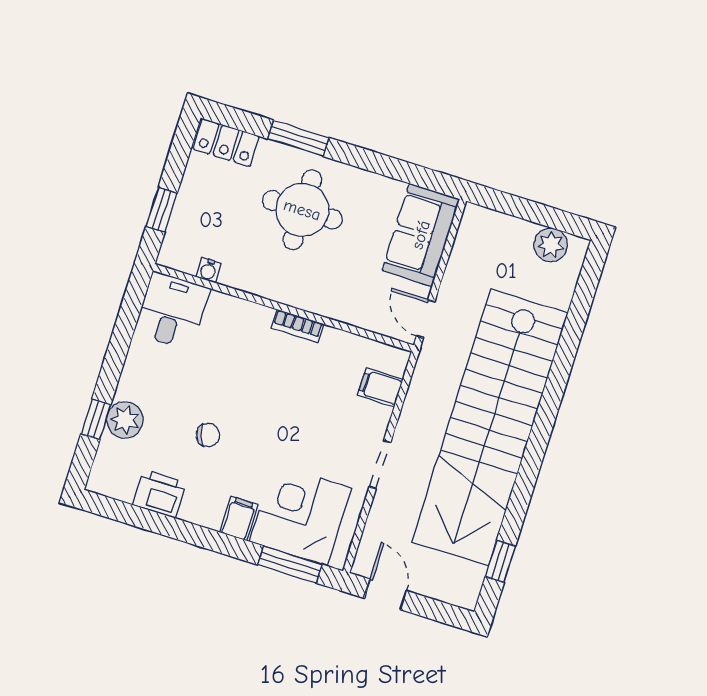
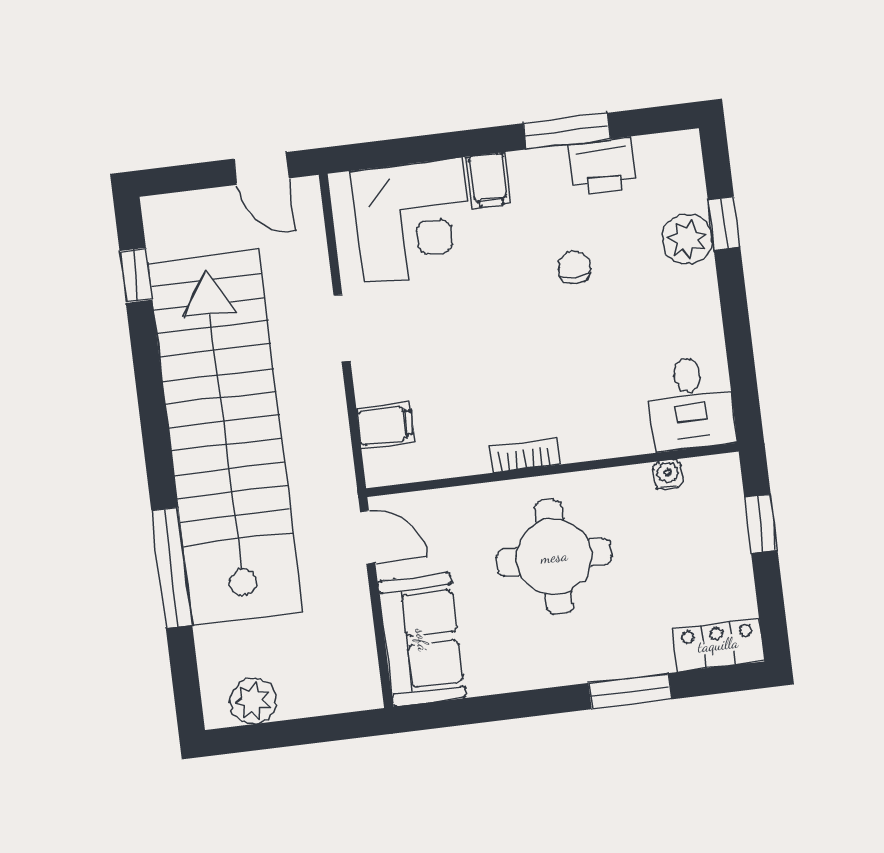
round table: (302, 210) -> (554, 557), moved
window: (564, 357) -> (172, 568), added
chair: (208, 435) -> (574, 267), turned 109
window: (290, 565) -> (567, 131), moved

